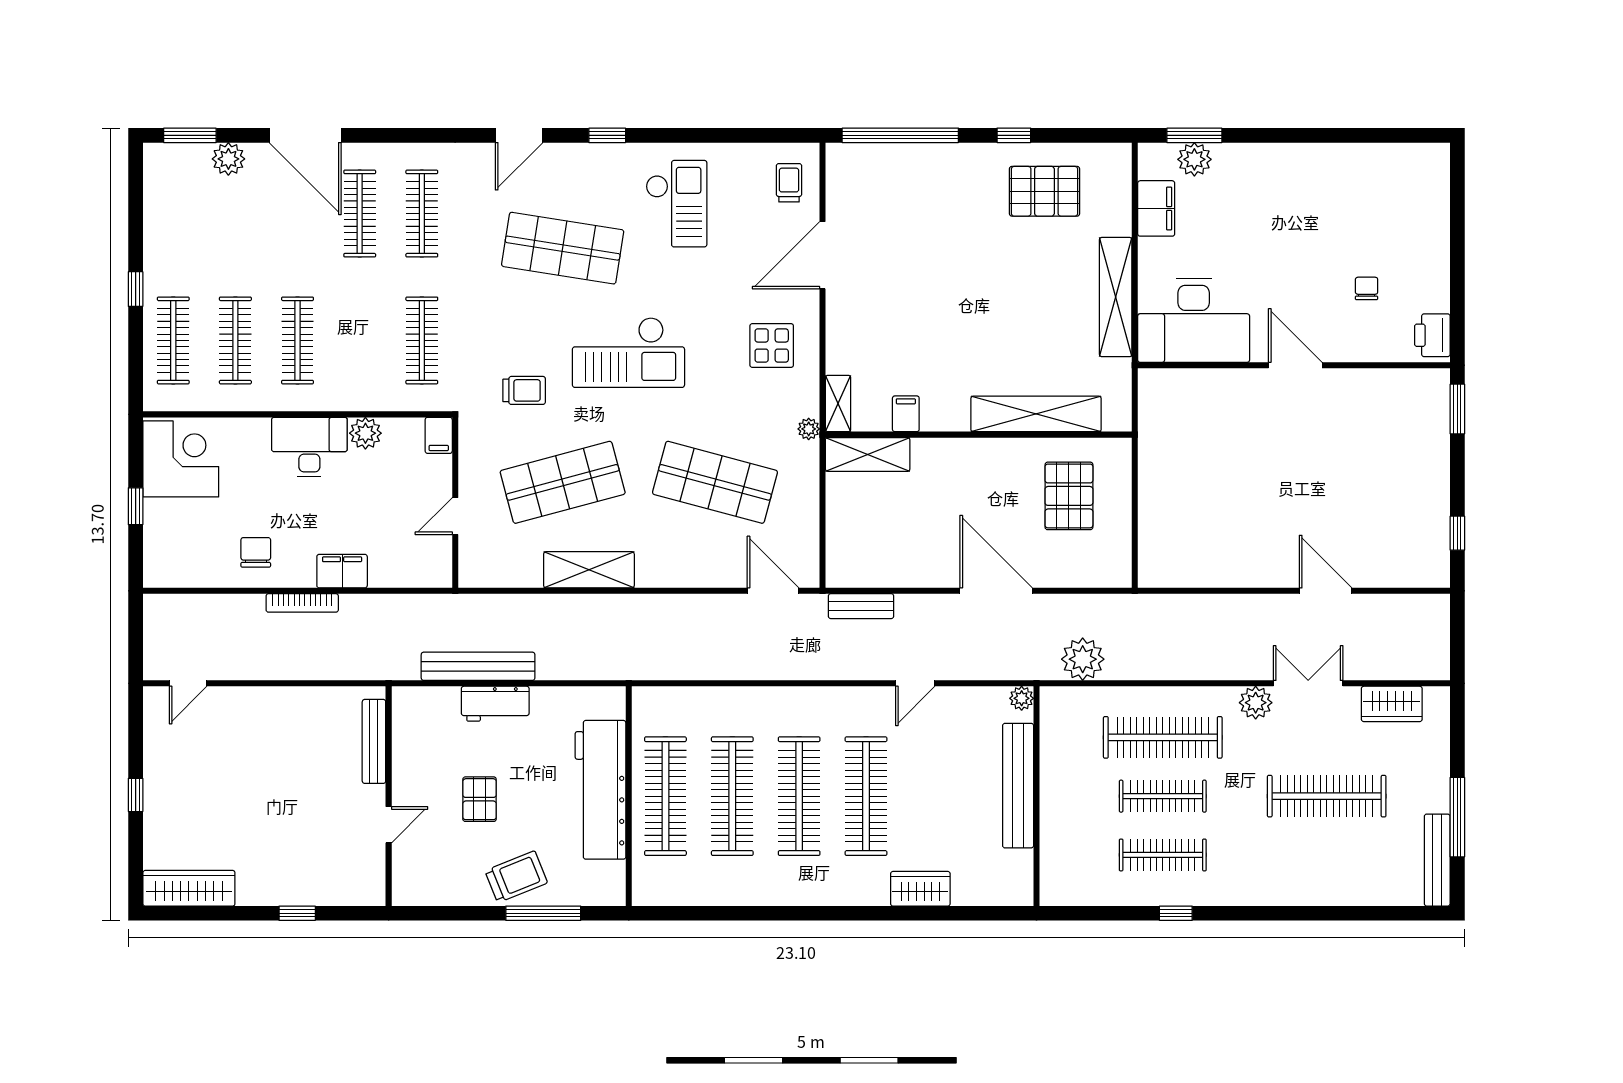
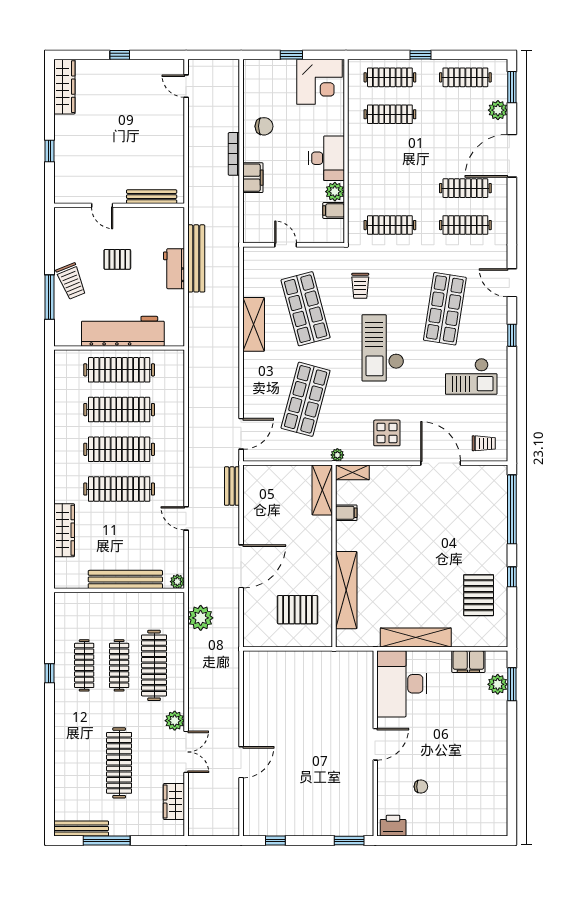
clothes rail: (298, 340) -> (465, 77), moved
filing cabinet: (439, 435) -> (334, 210), moved
wardrobe: (920, 889) -> (64, 530), width x1.50

